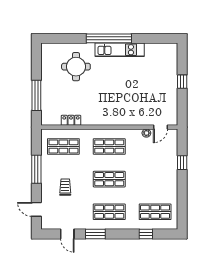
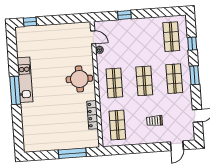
window: (109, 38) -> (15, 90), width x0.68
round table: (76, 67) -> (79, 79), moved
window: (182, 82) -> (30, 22), moved
locker: (71, 120) -> (92, 115), width x1.53
window: (36, 169) -> (140, 148), removed
window: (95, 234) -> (194, 75), moved

